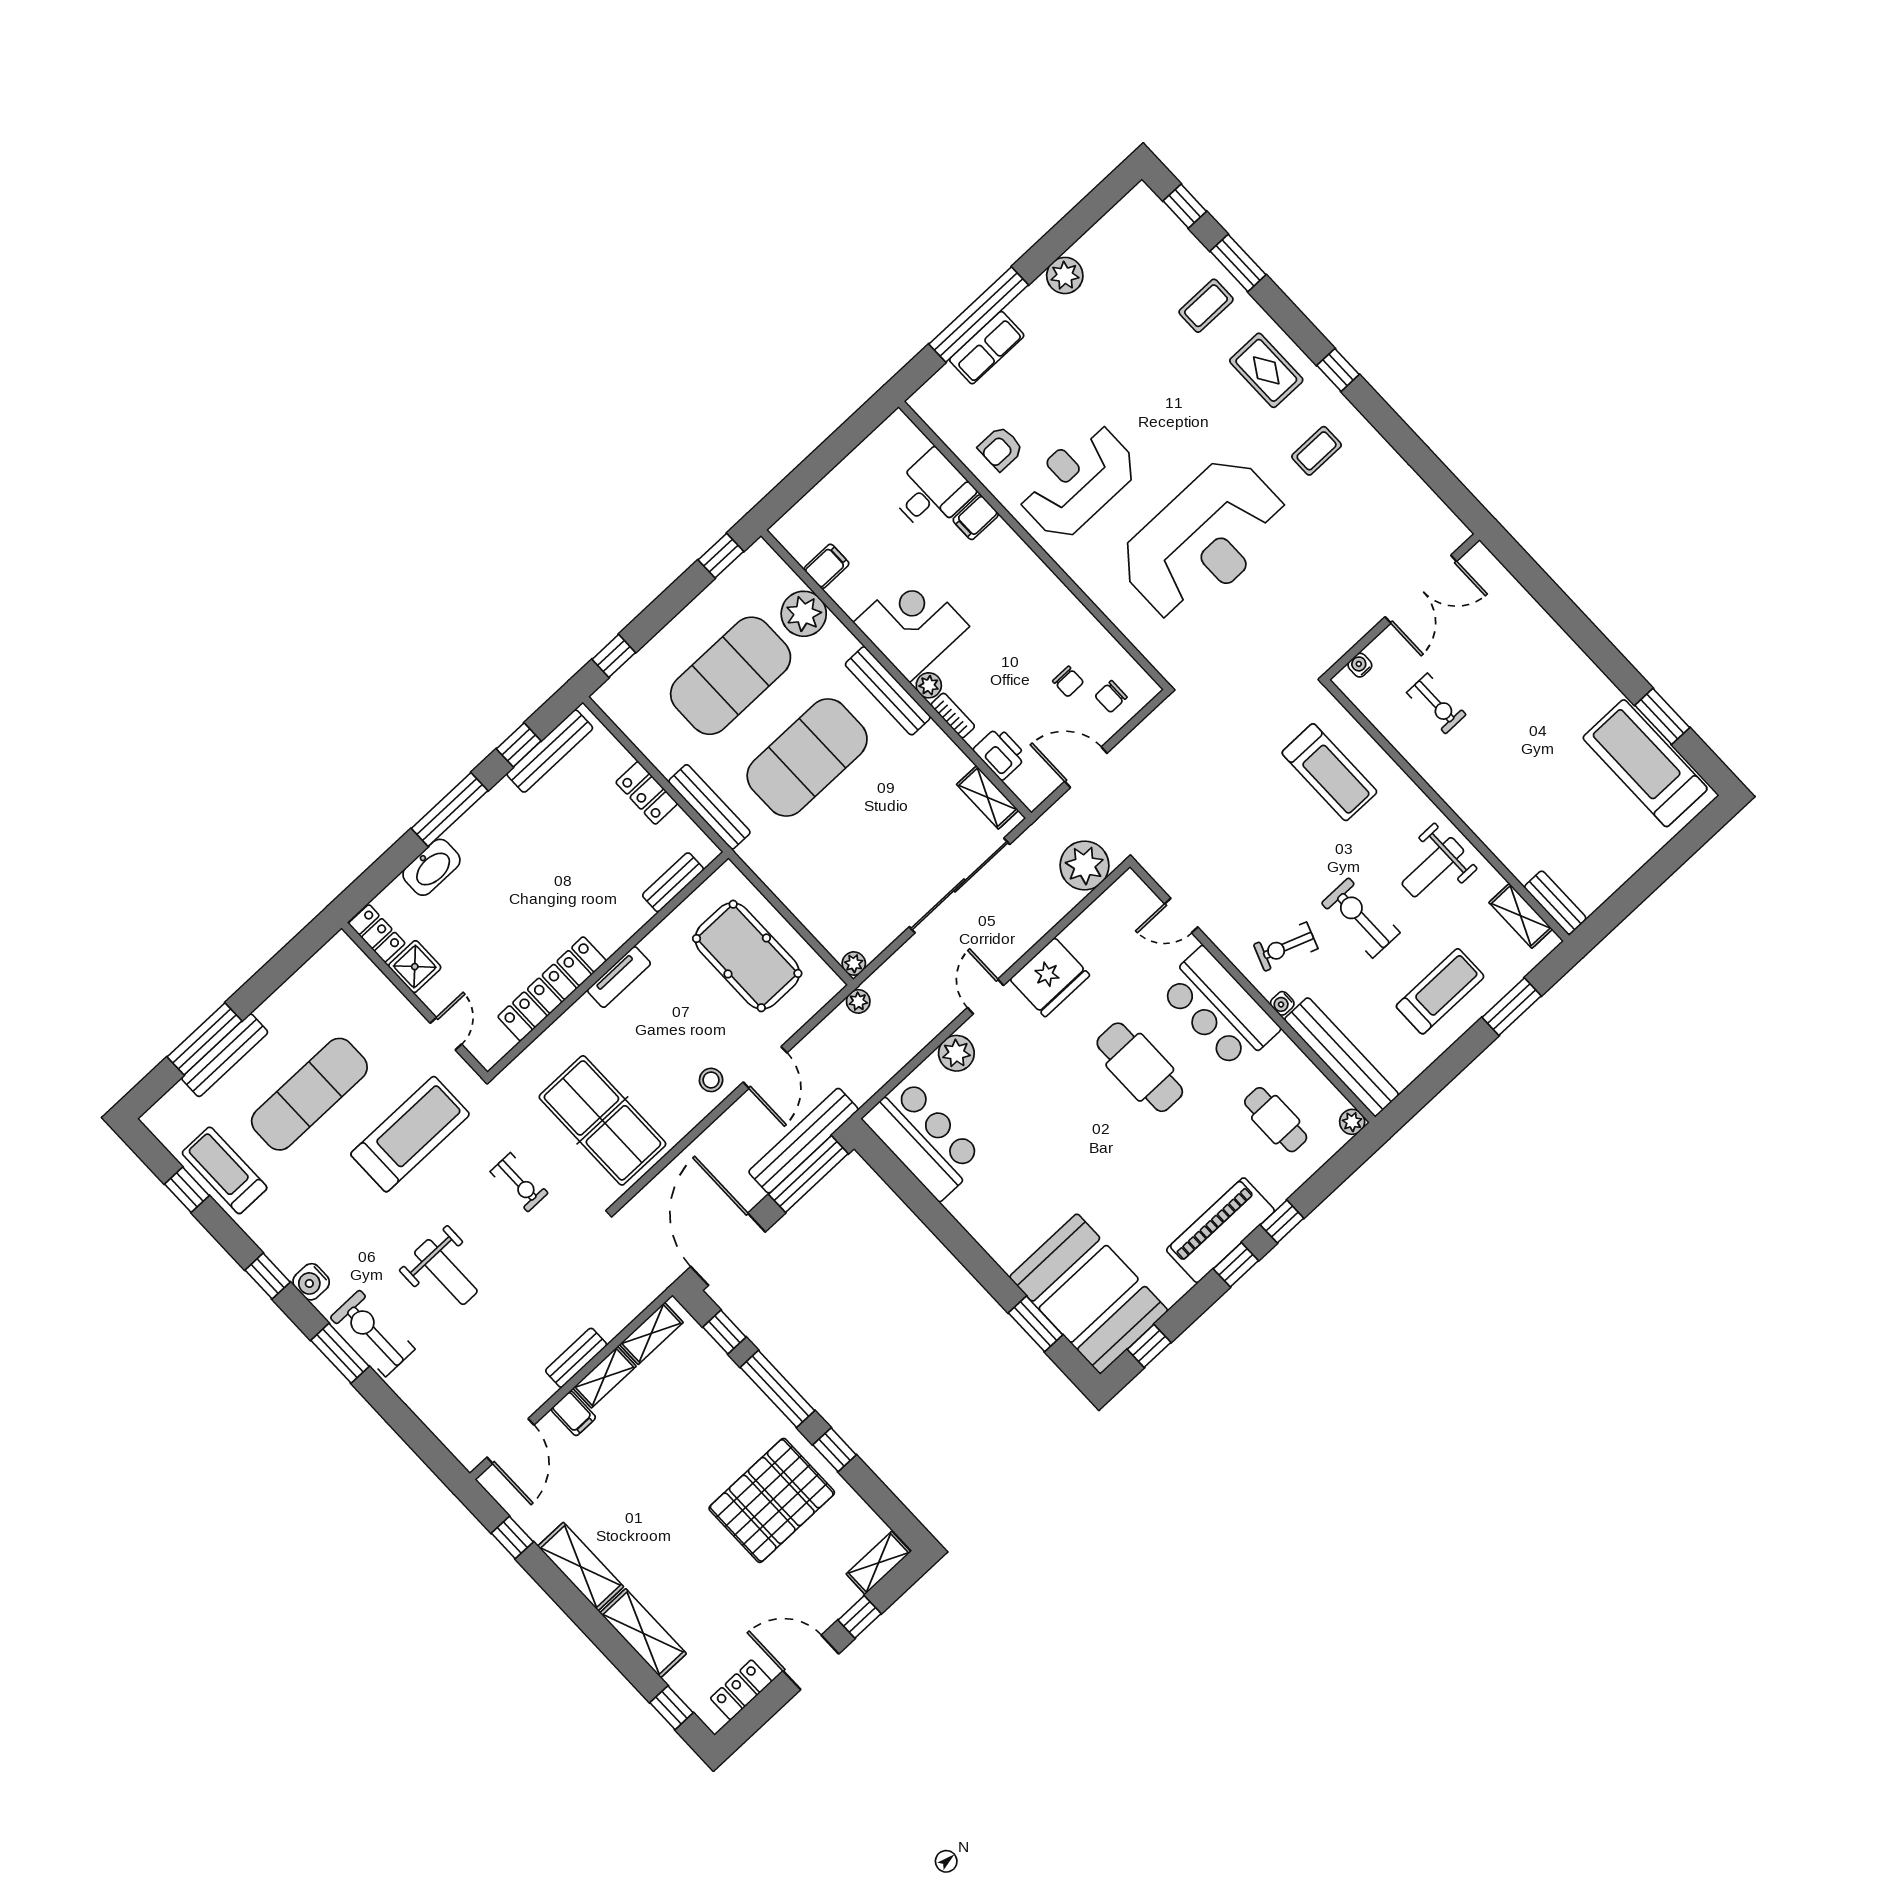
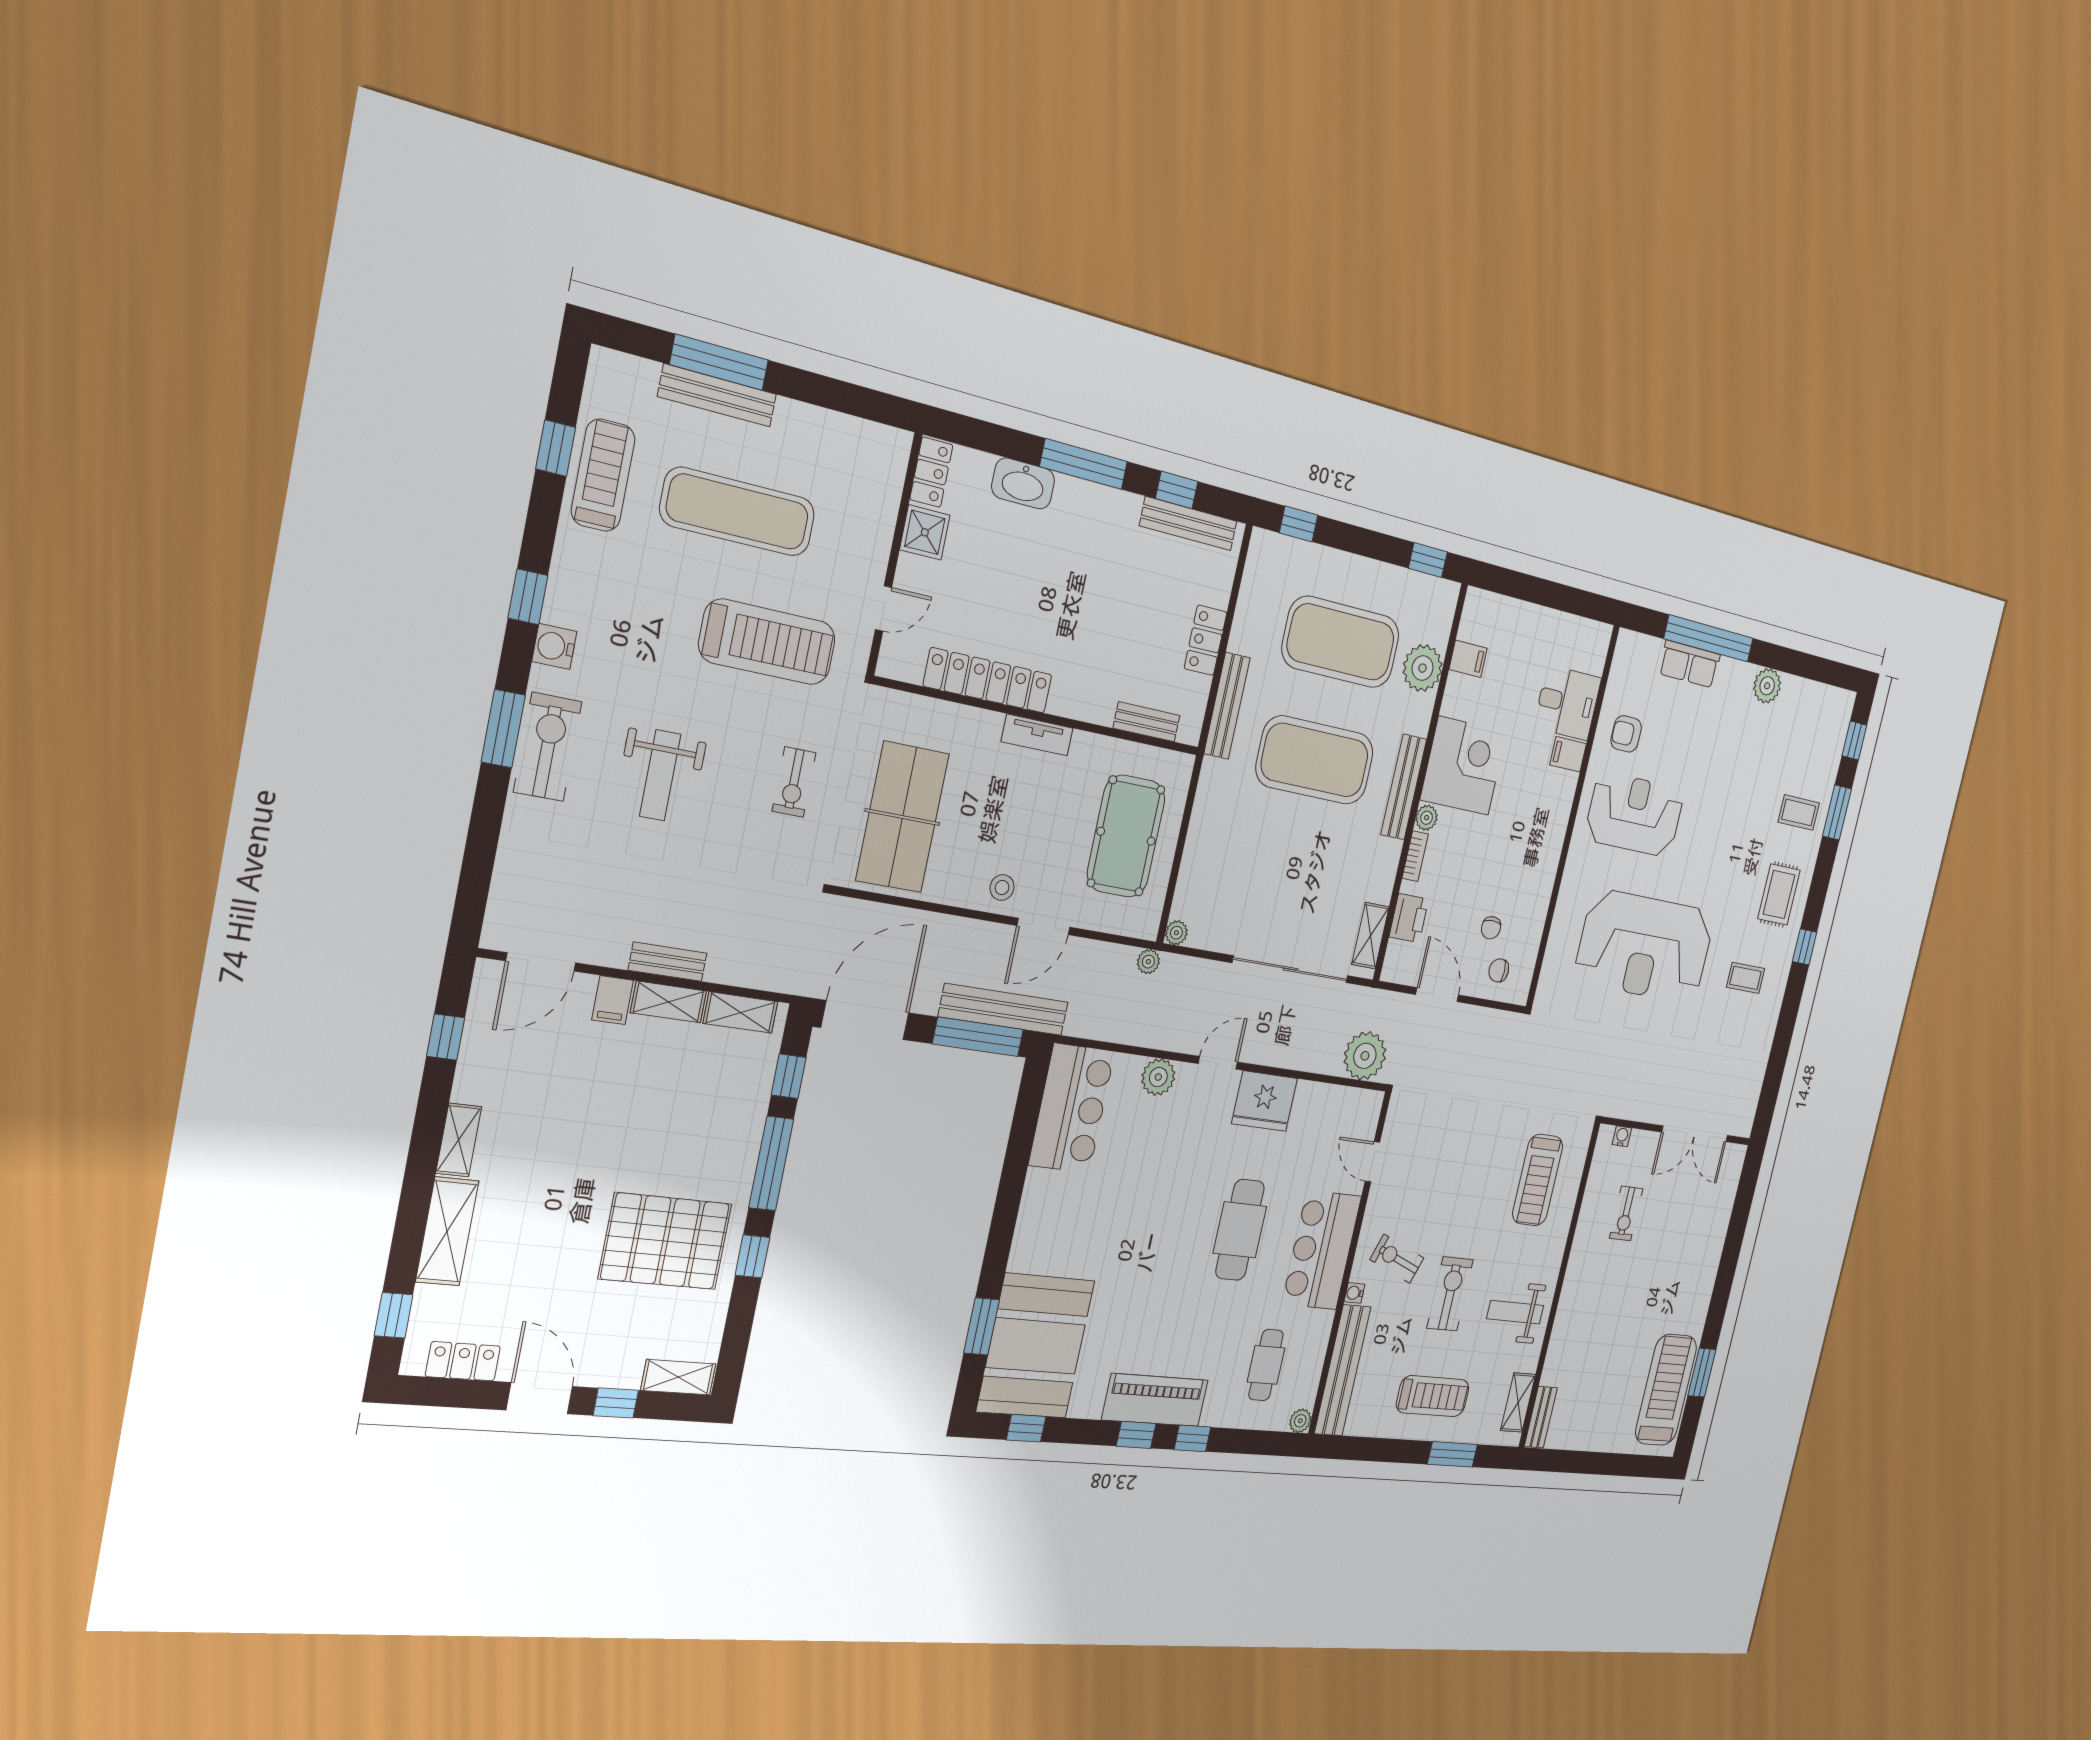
shelving: (581, 1567) -> (459, 1140), width x0.67, depth x0.75

